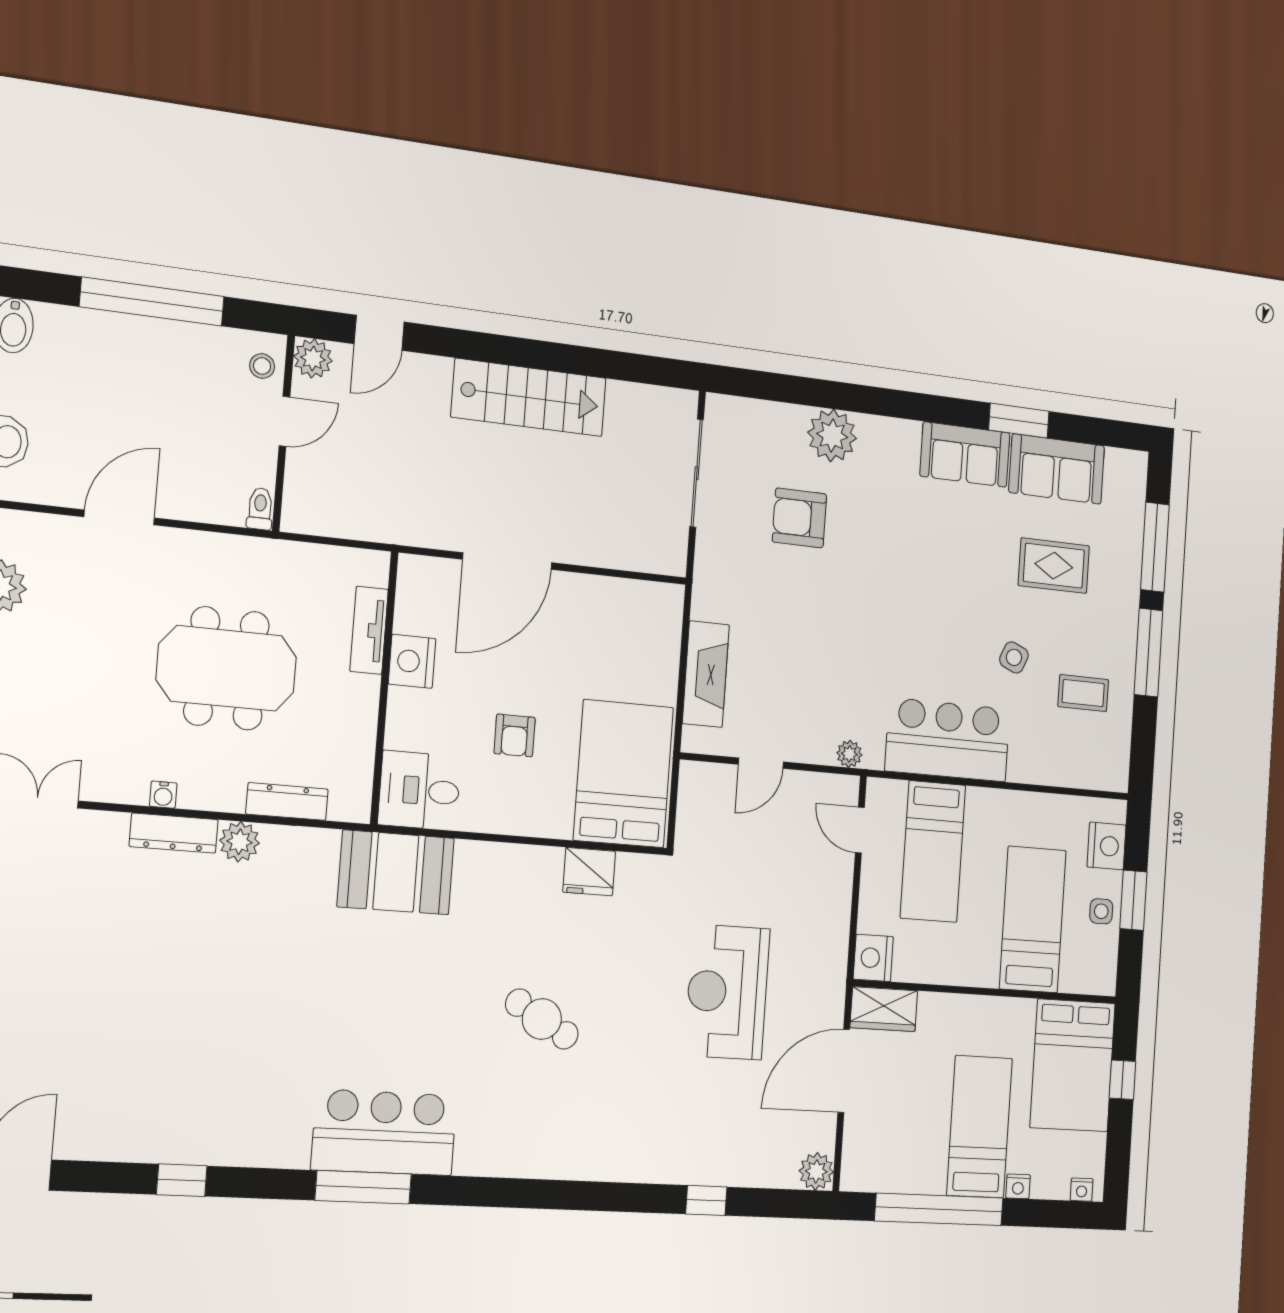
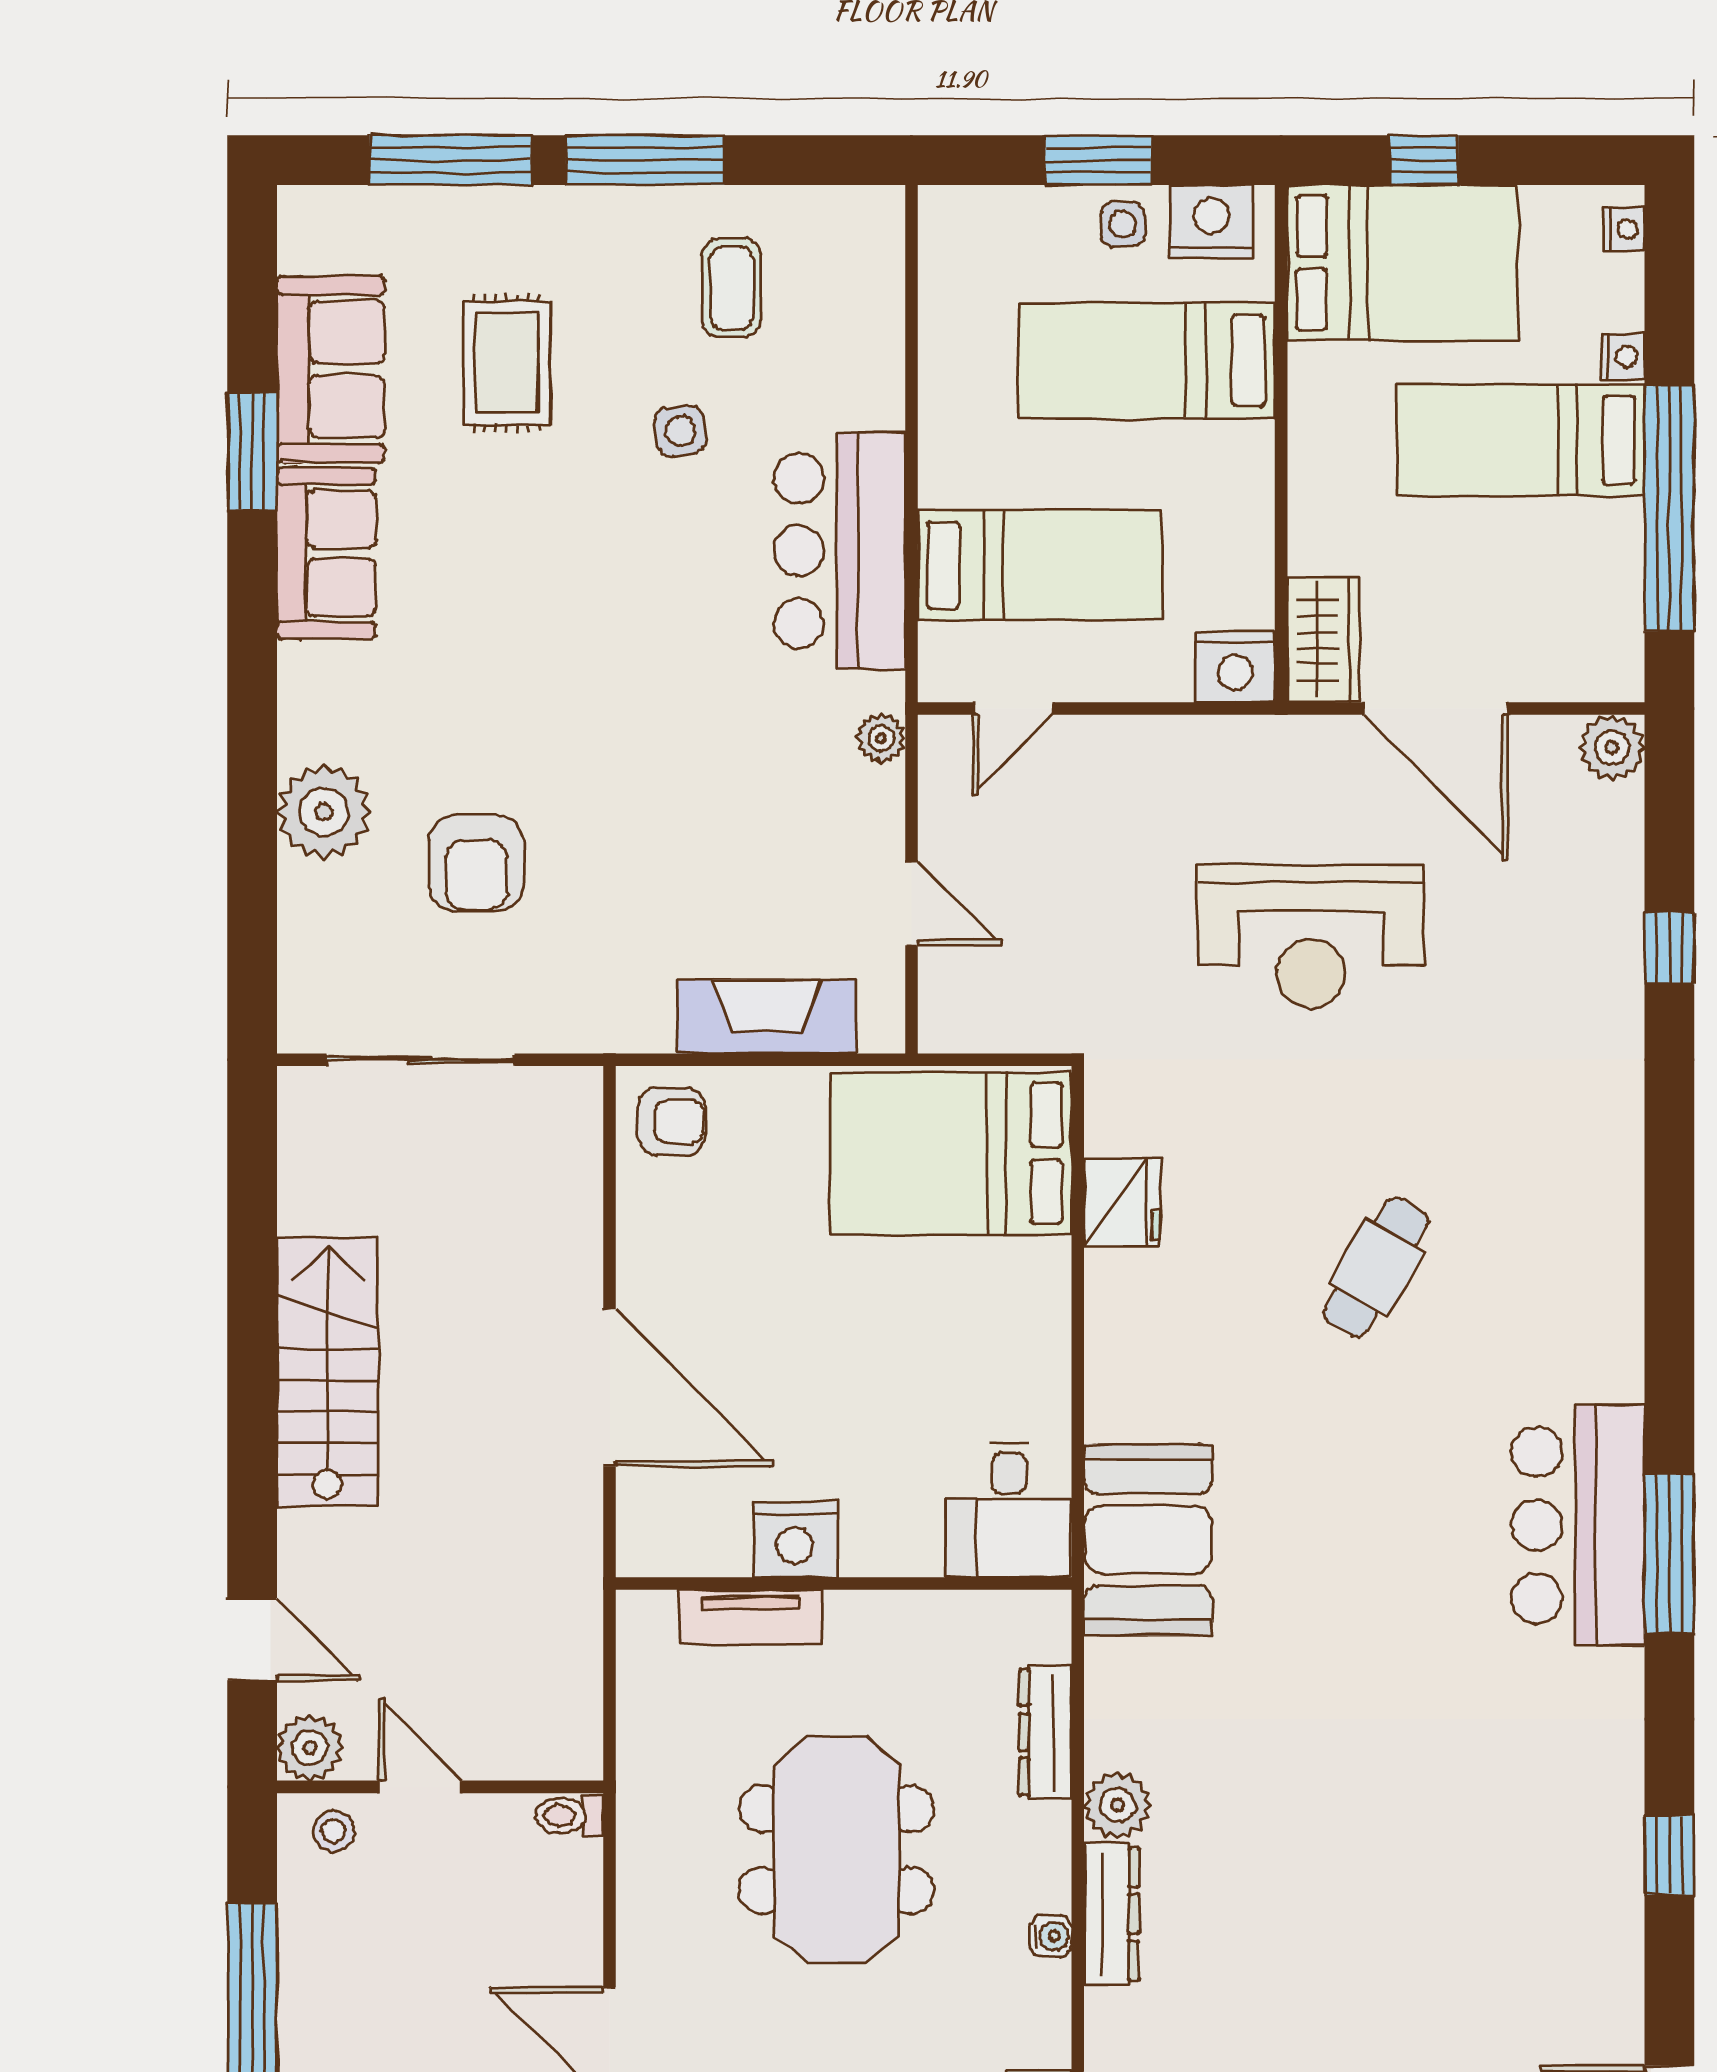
side table: (1014, 657) -> (680, 431), turned -31
armchair: (515, 735) -> (671, 1121), moved
nightstand: (1107, 846) -> (1211, 222), moved

